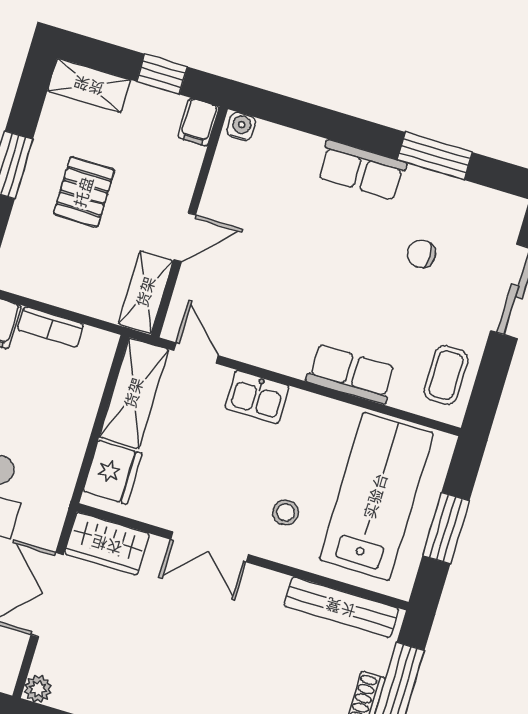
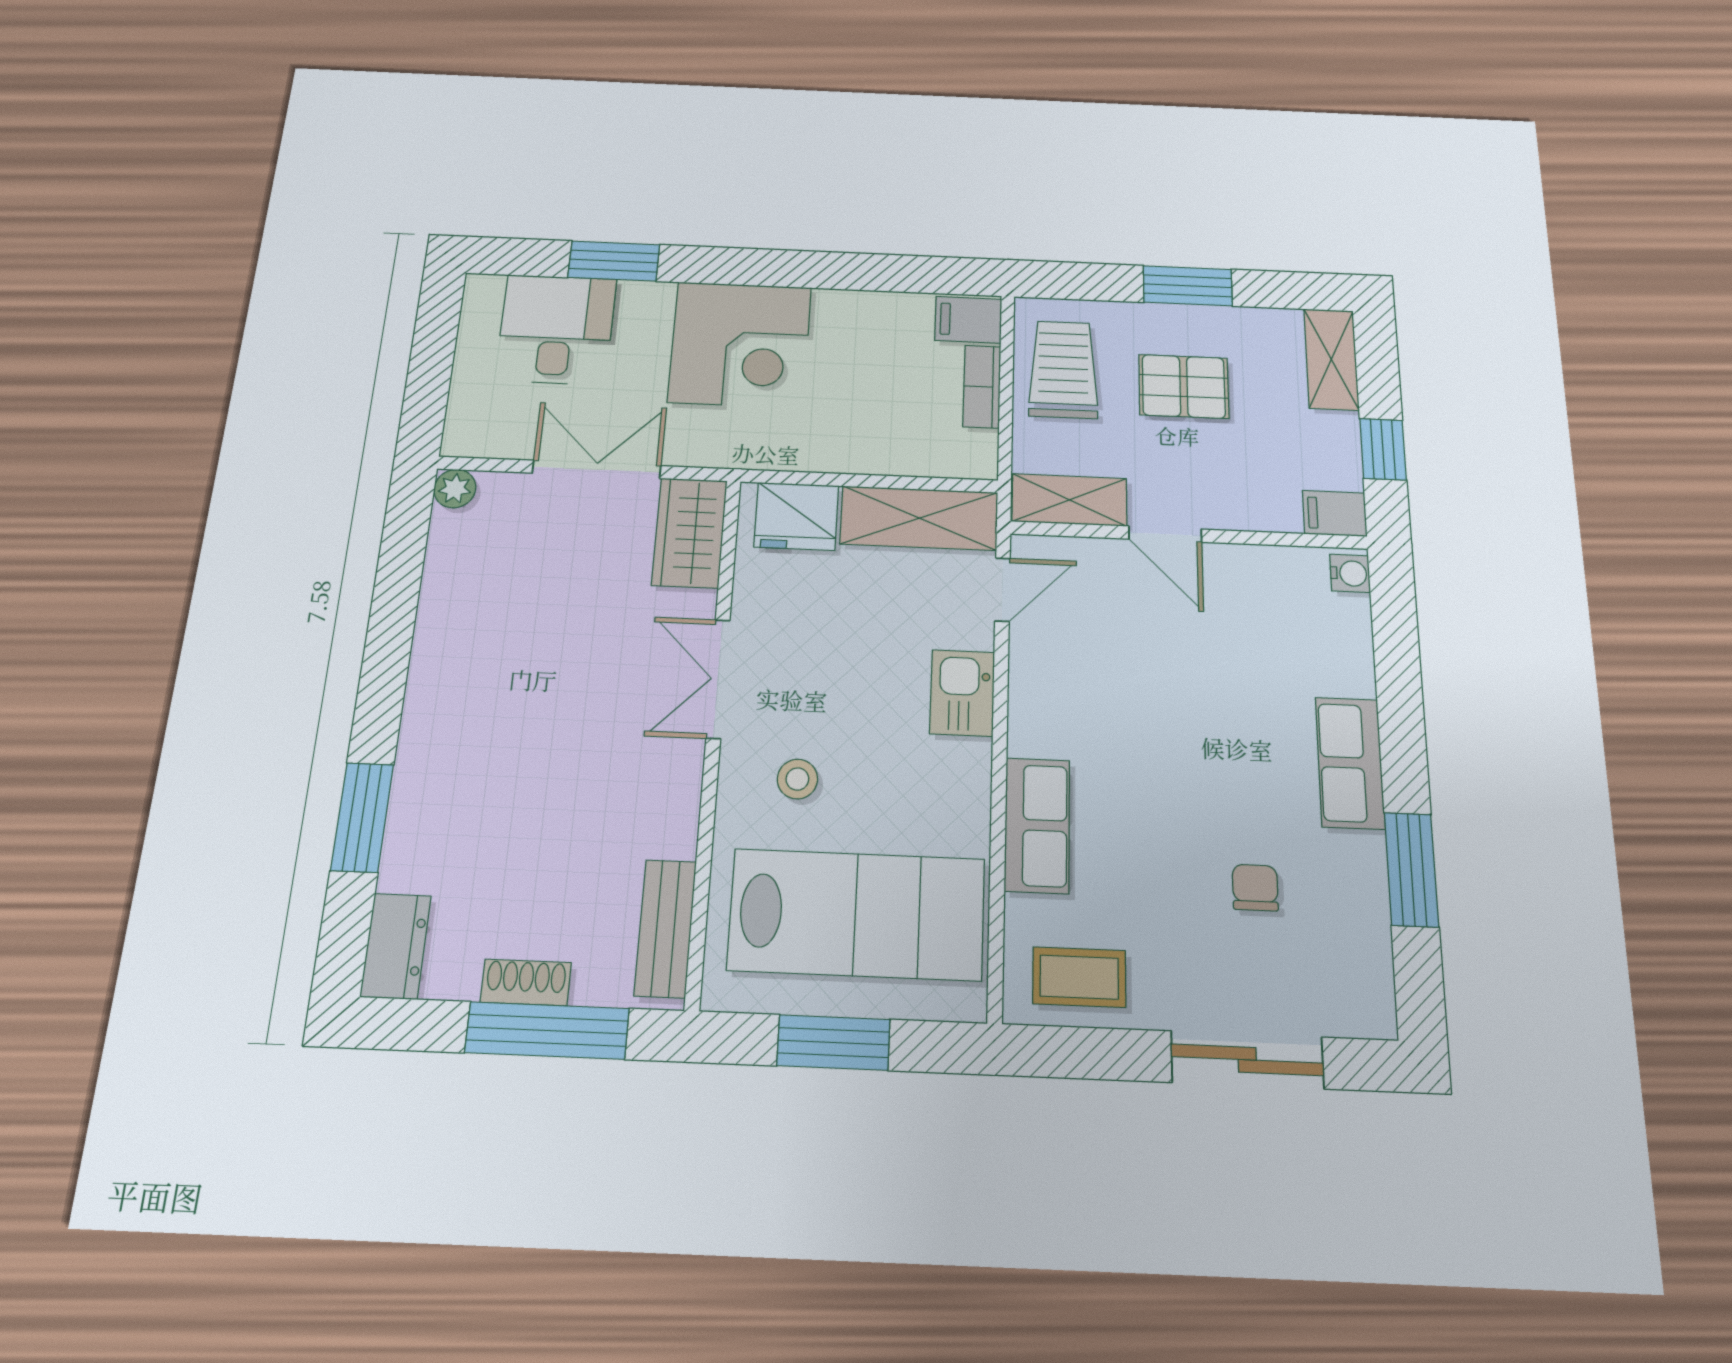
trolley: (52, 269) -> (1063, 369), added
bench: (341, 607) -> (665, 928), width x0.73

